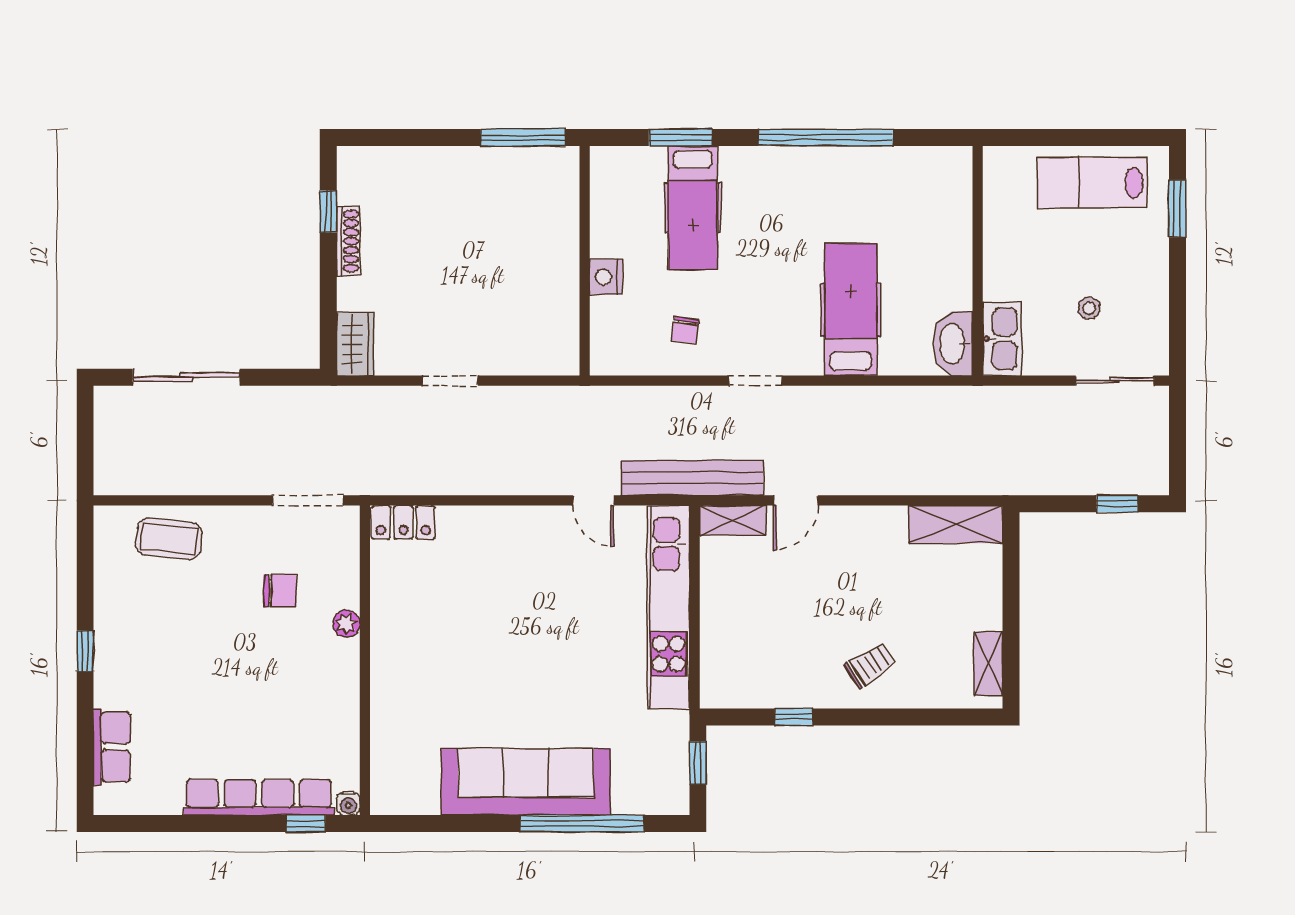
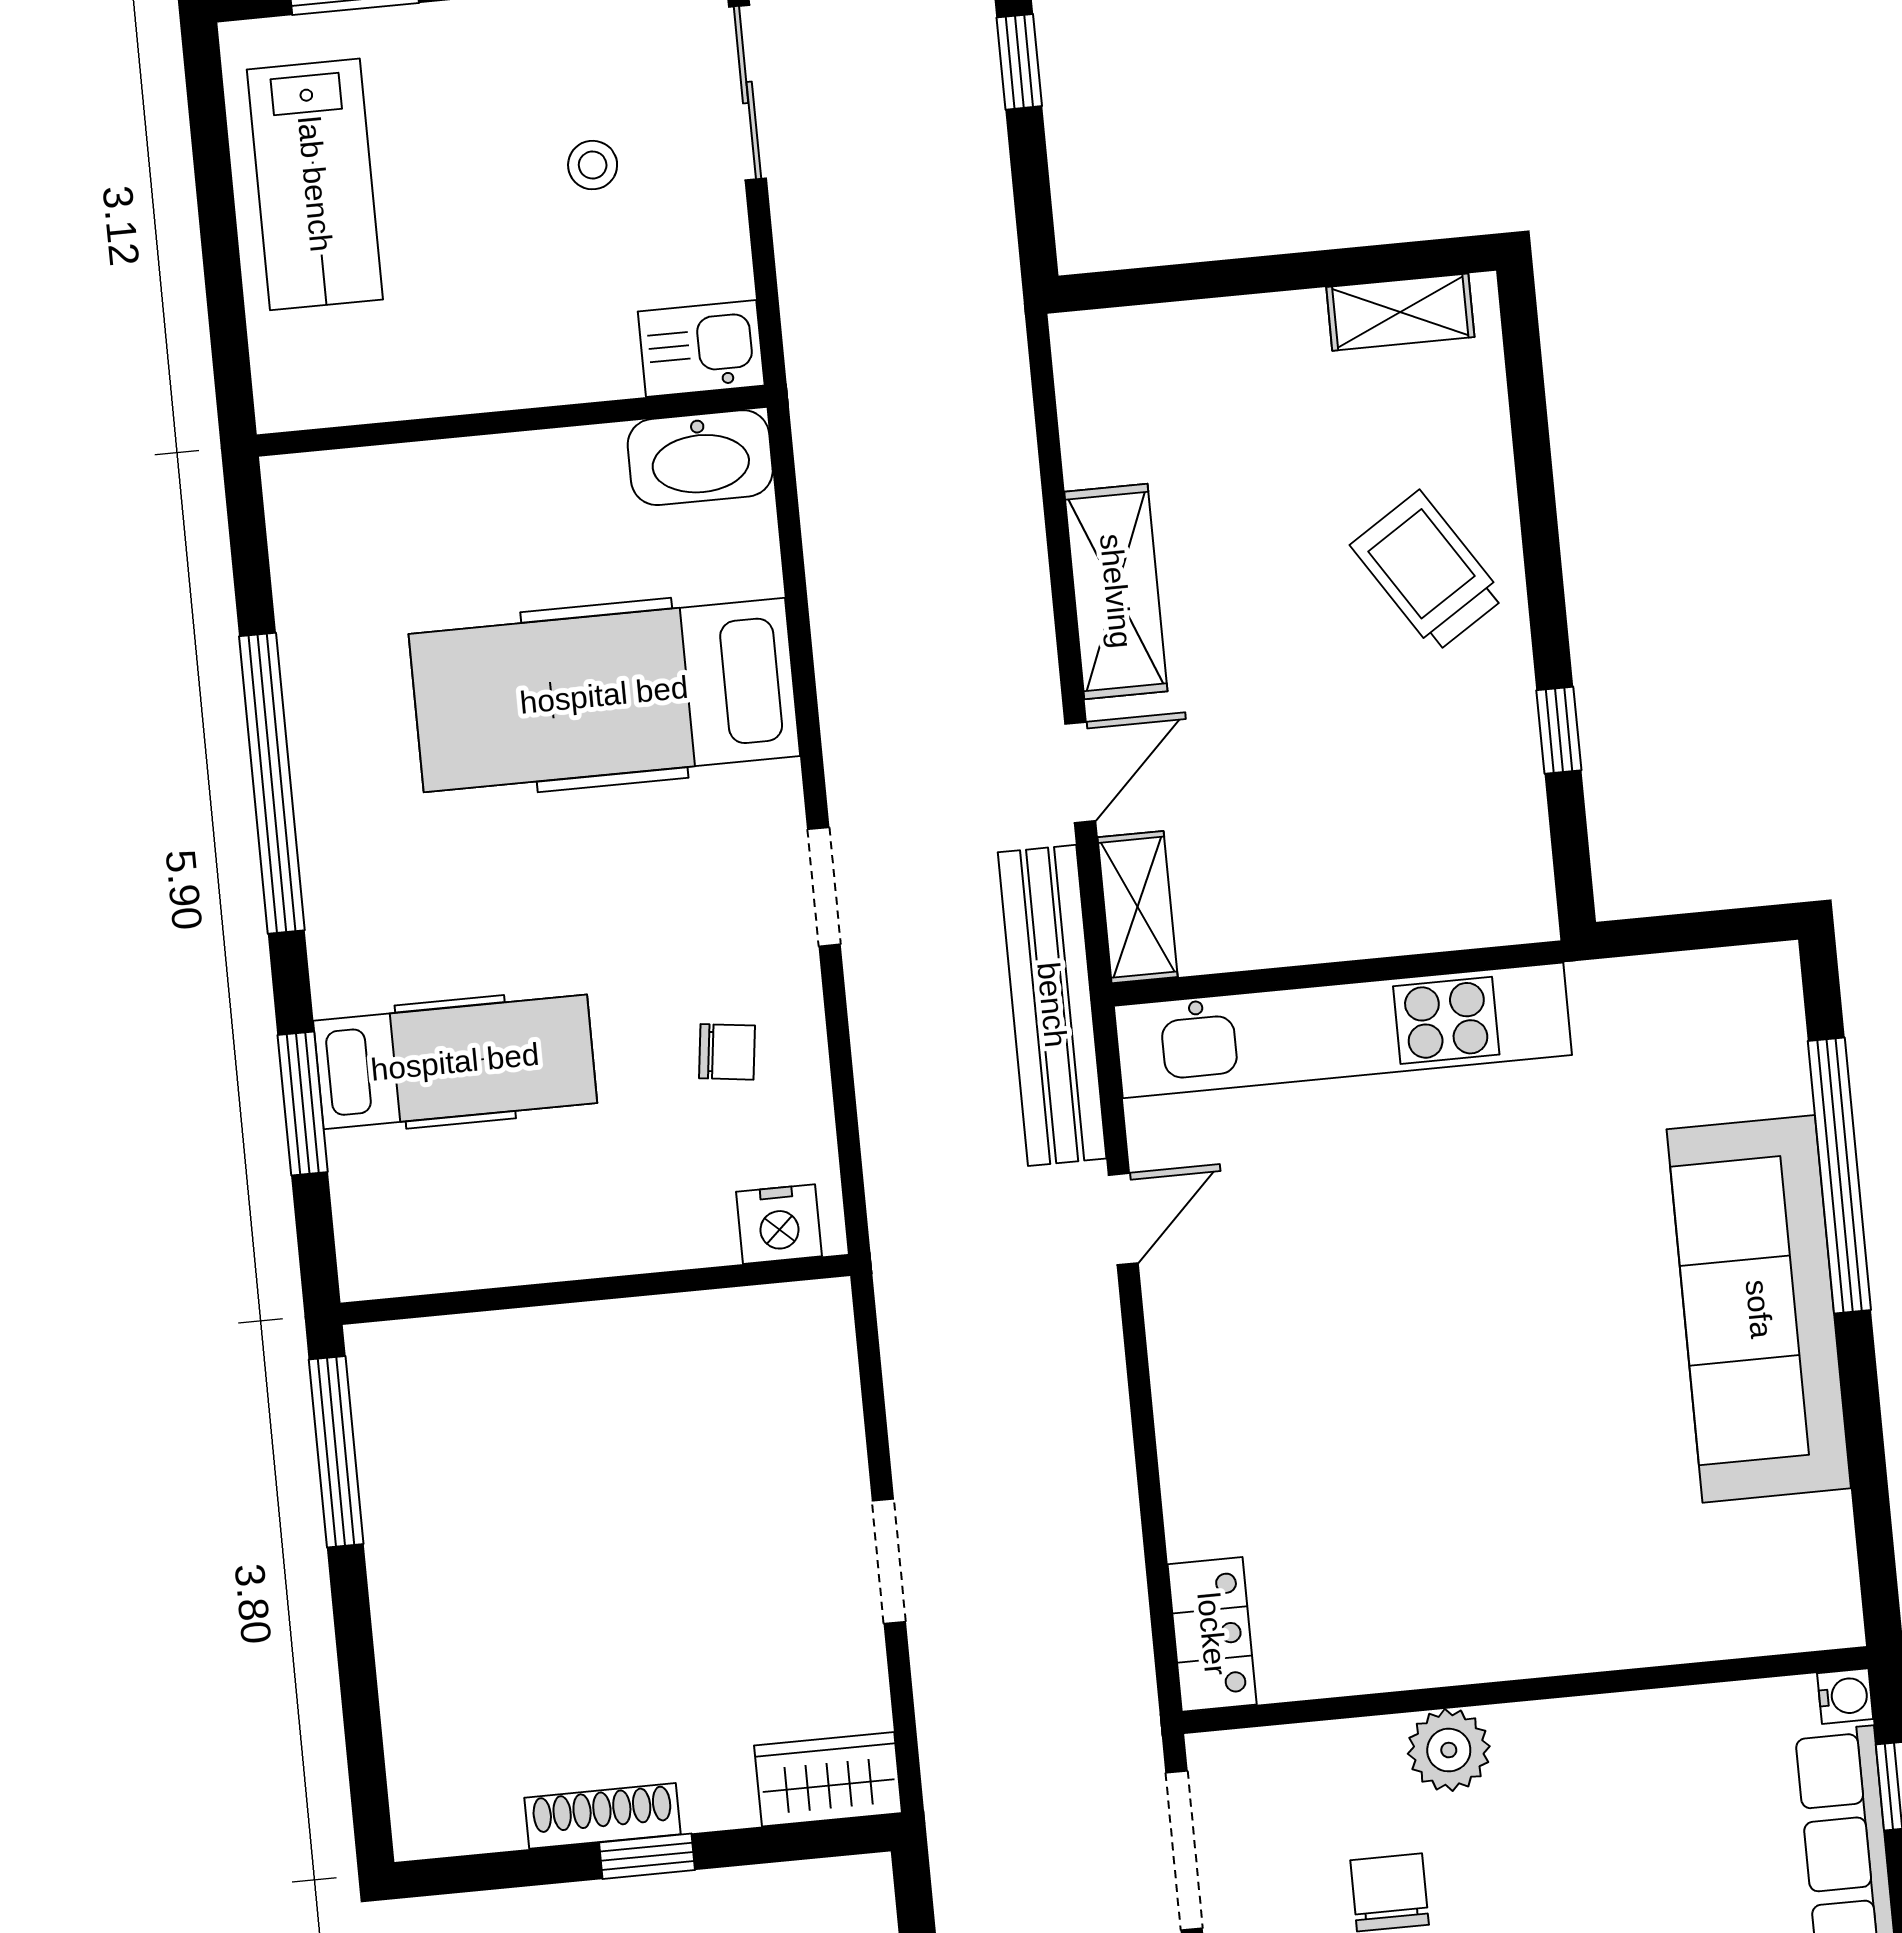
window: (328, 212) -> (647, 1856), moved
nightstand: (606, 277) -> (779, 1224), moved
hospital bed: (851, 310) -> (604, 695), width x1.37, depth x1.29
kitchen sink: (1002, 339) -> (701, 348), width x0.73
door: (796, 500) -> (1080, 772), hinge flipped
shelving: (956, 524) -> (1116, 591), moved
plant: (346, 624) -> (1449, 1750), width x1.38, depth x1.38
trolley: (871, 665) -> (1428, 571), width x1.36, depth x1.39
window: (698, 763) -> (1681, 932), removed

